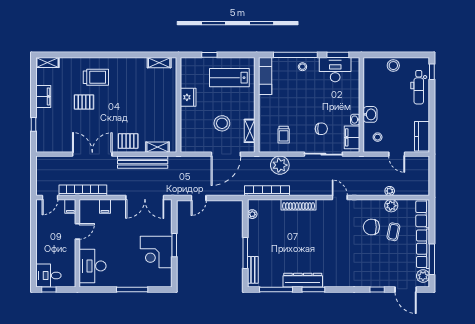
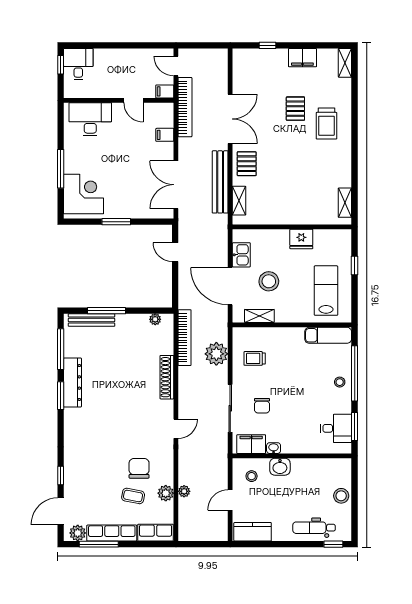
desk: (335, 70) -> (336, 428), width x0.73
kitchen sink: (201, 145) -> (241, 255), added
corner desk: (156, 252) -> (83, 194), moved, turned 90
bench: (253, 270) -> (92, 320), width x1.36

